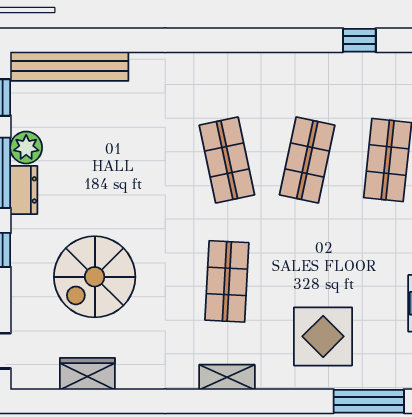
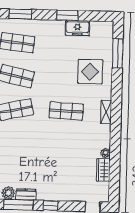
spiral stairs: (95, 277) -> (63, 166), removed
plant: (129, 378) -> (105, 153), added

